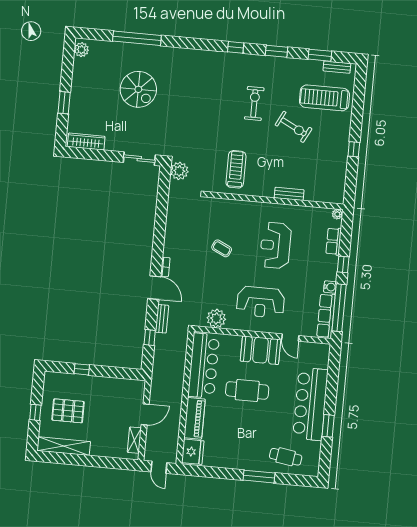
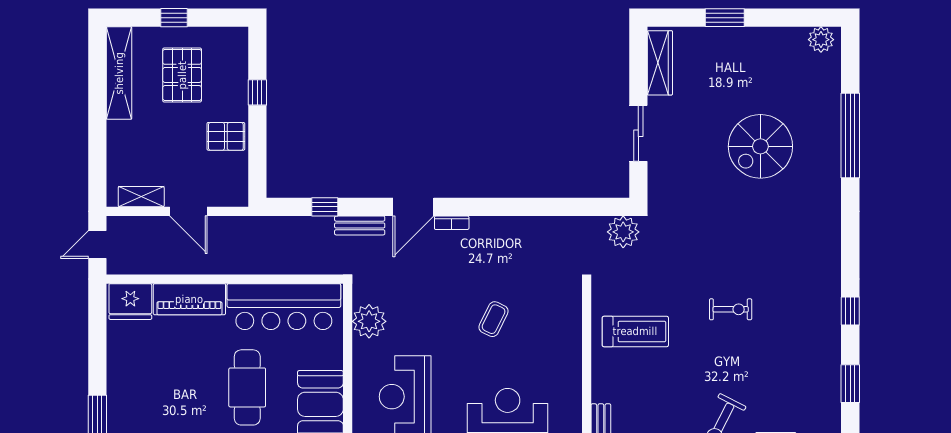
exercise bike: (254, 103) -> (731, 309), moved, width x0.73, depth x0.72
sliding door: (139, 159) -> (638, 133), moved
pallet: (105, 389) -> (226, 136), added

